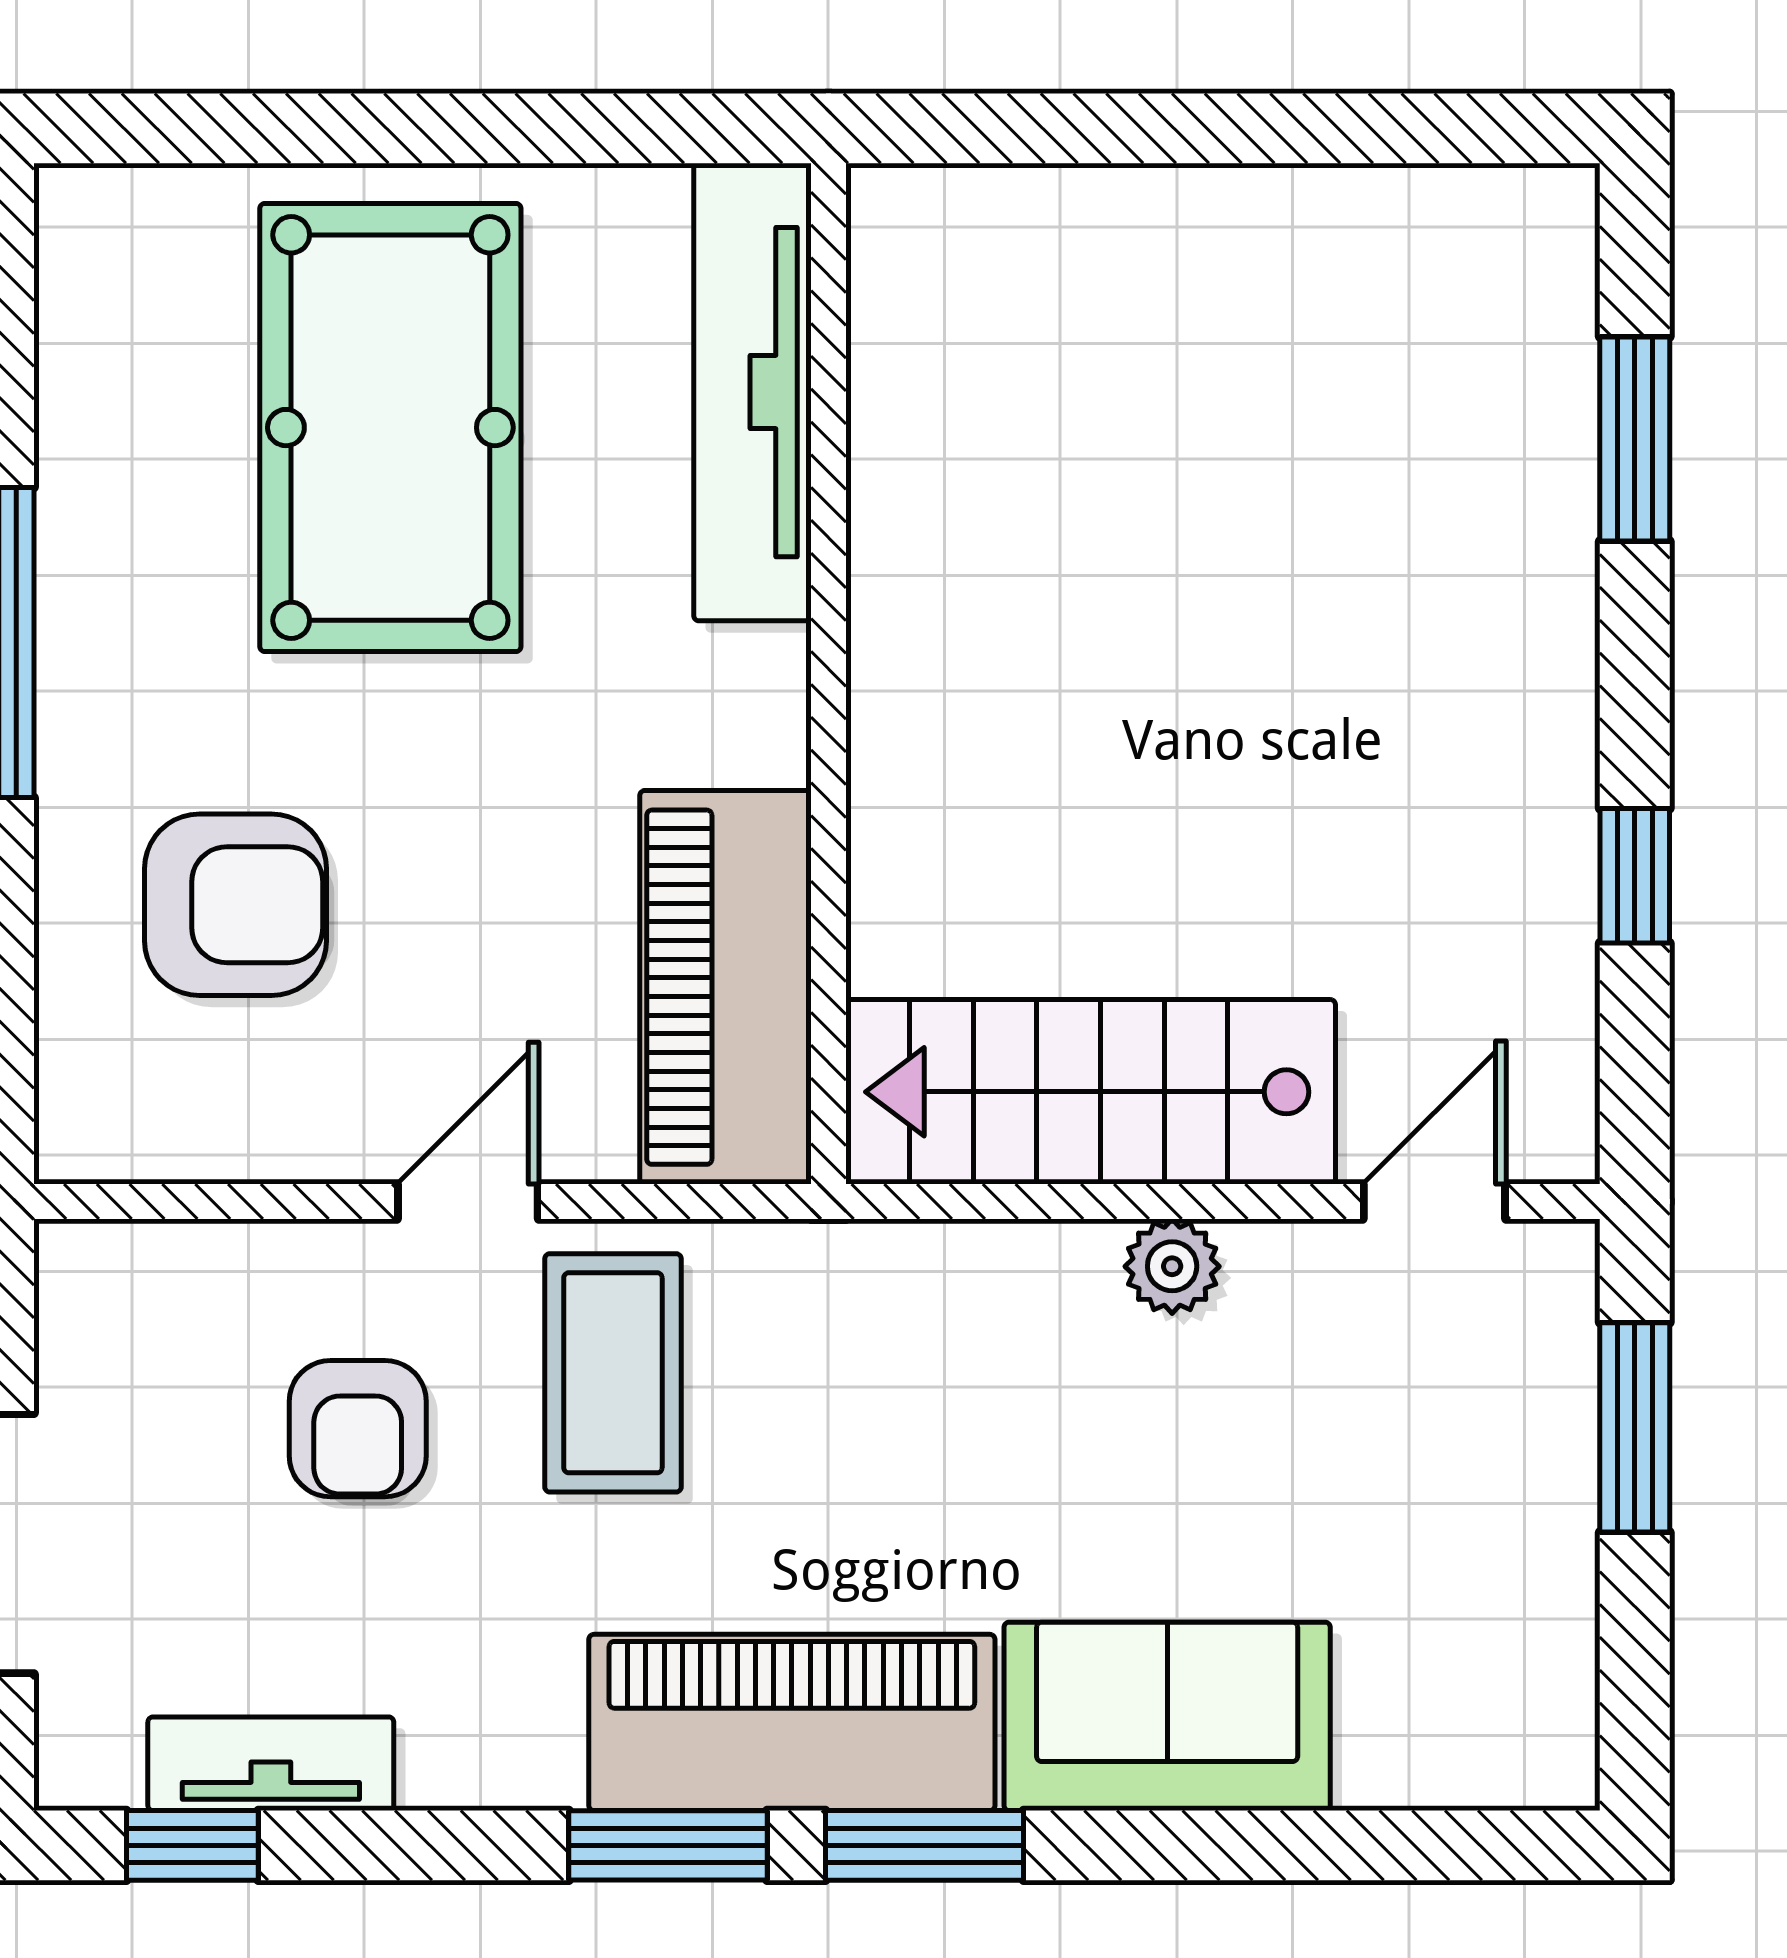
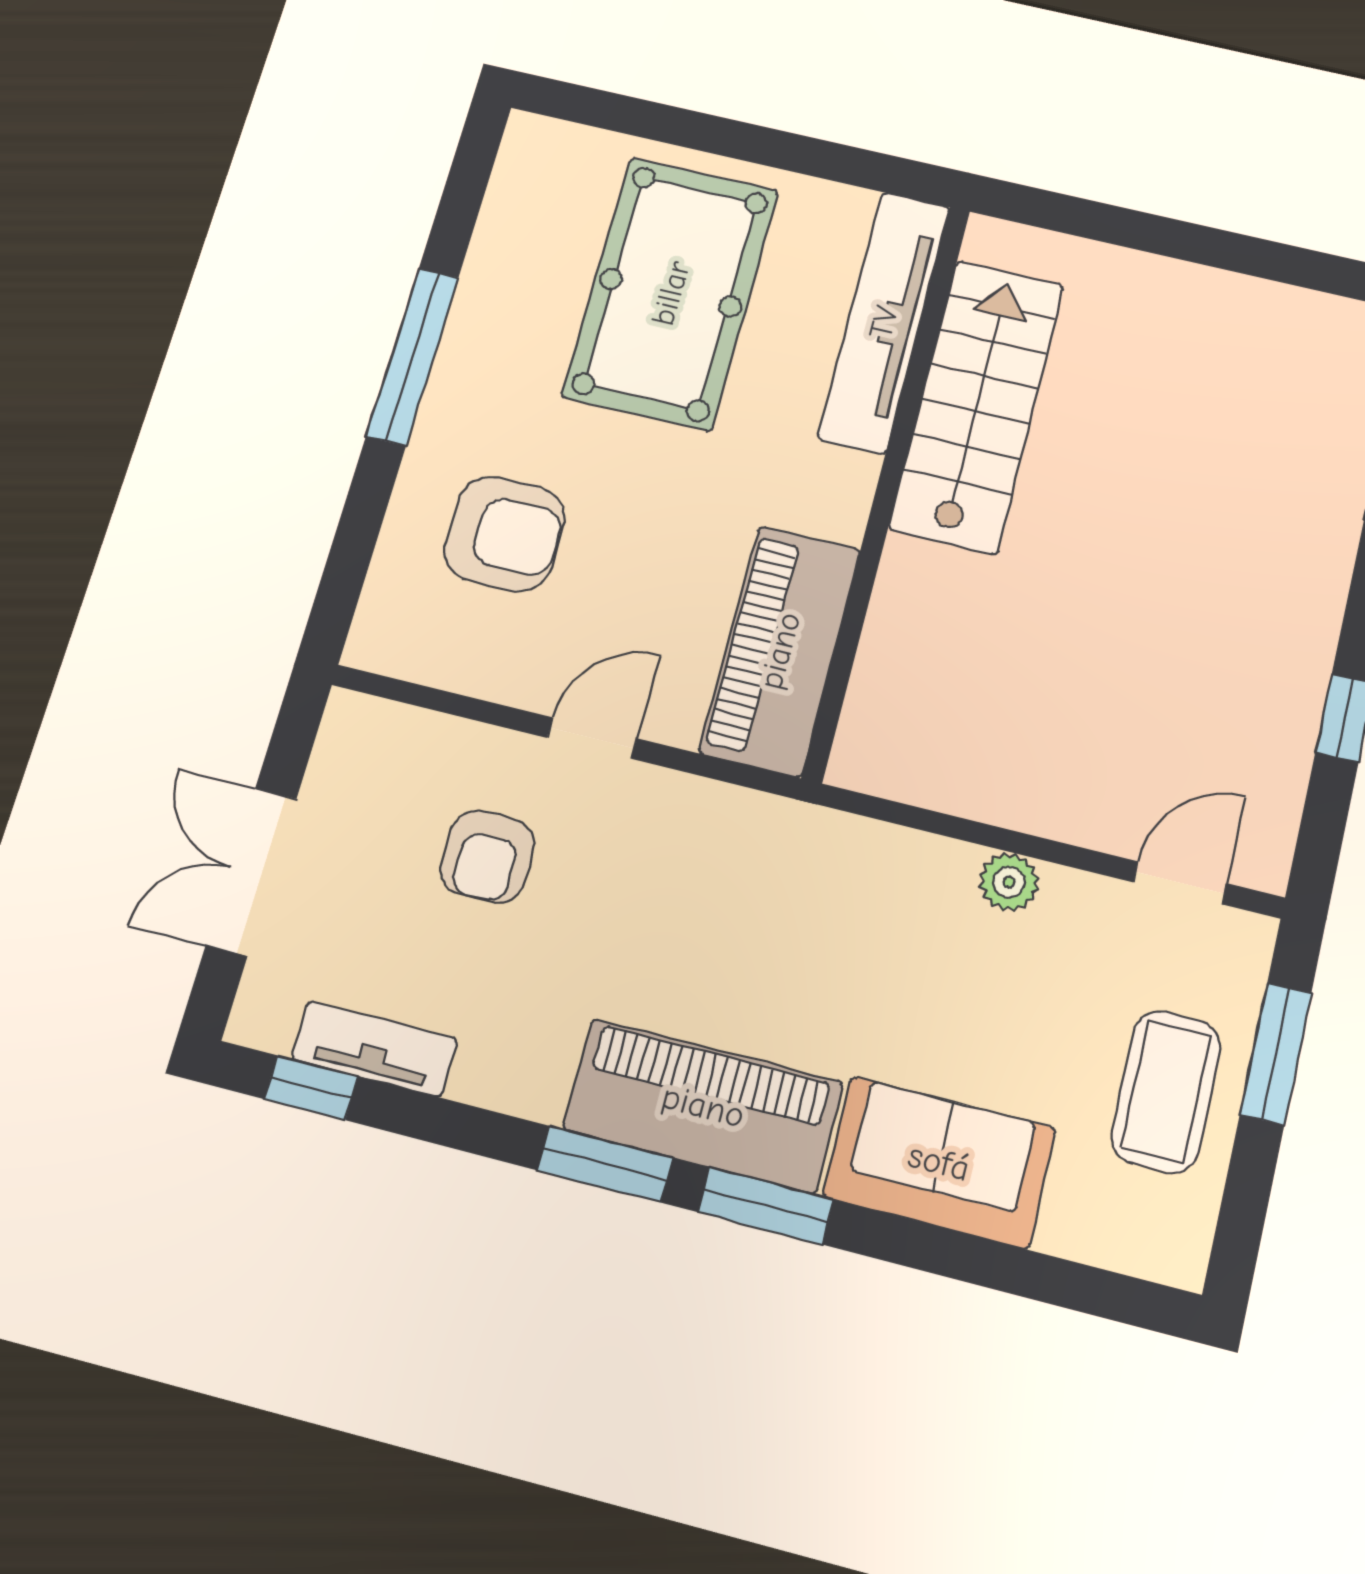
stairs: (1091, 1092) -> (977, 406), moved, turned 90
coffee table: (613, 1373) -> (1166, 1091), moved

